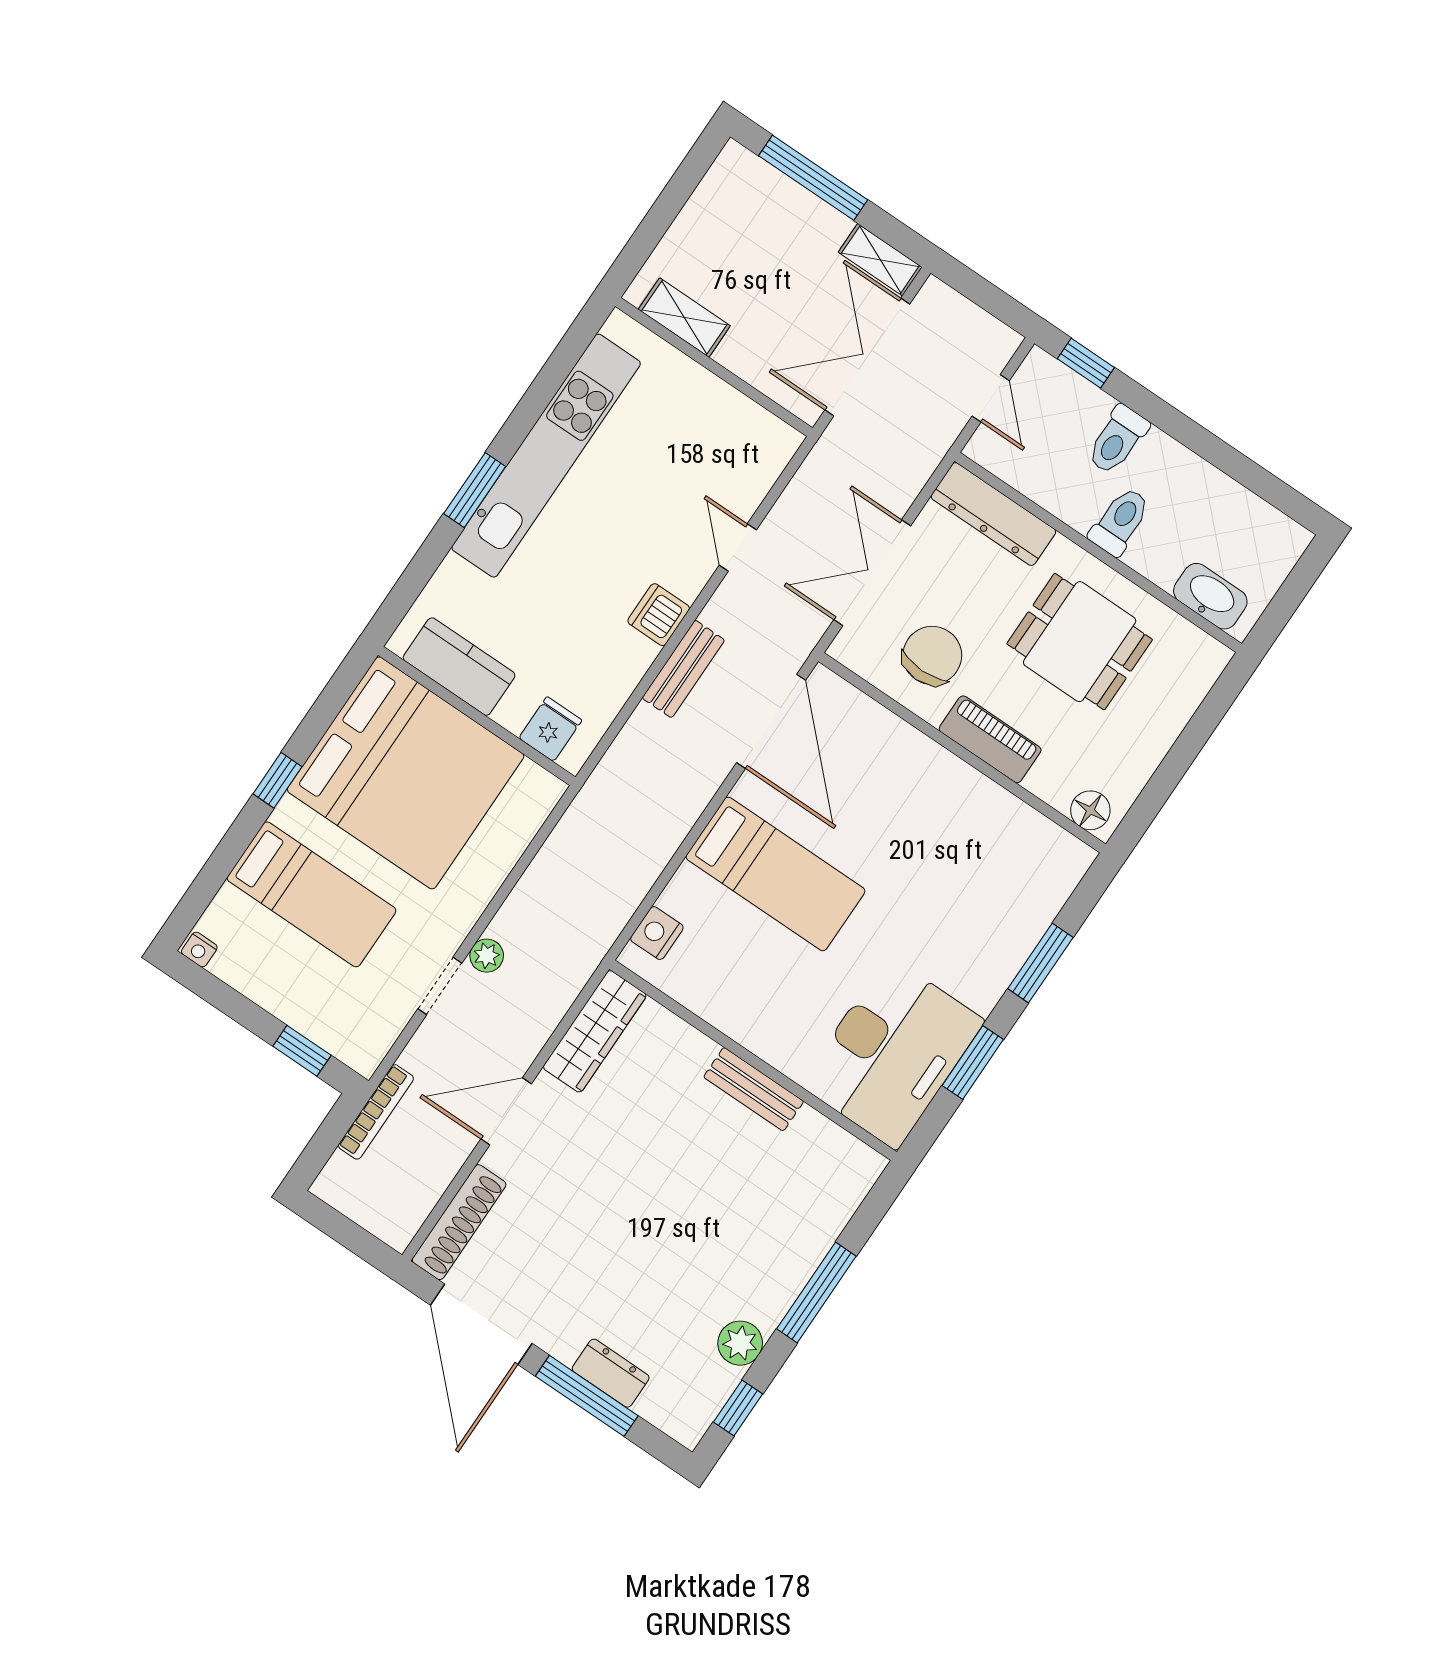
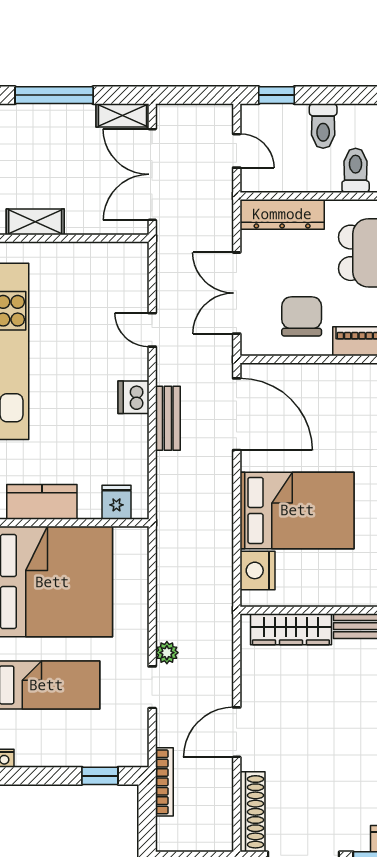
bed: (775, 874) -> (297, 510), width x1.50
nightstand: (657, 933) -> (257, 570), width x1.36, depth x1.33
wardrobe: (595, 1031) -> (291, 629), moved, turned 90

